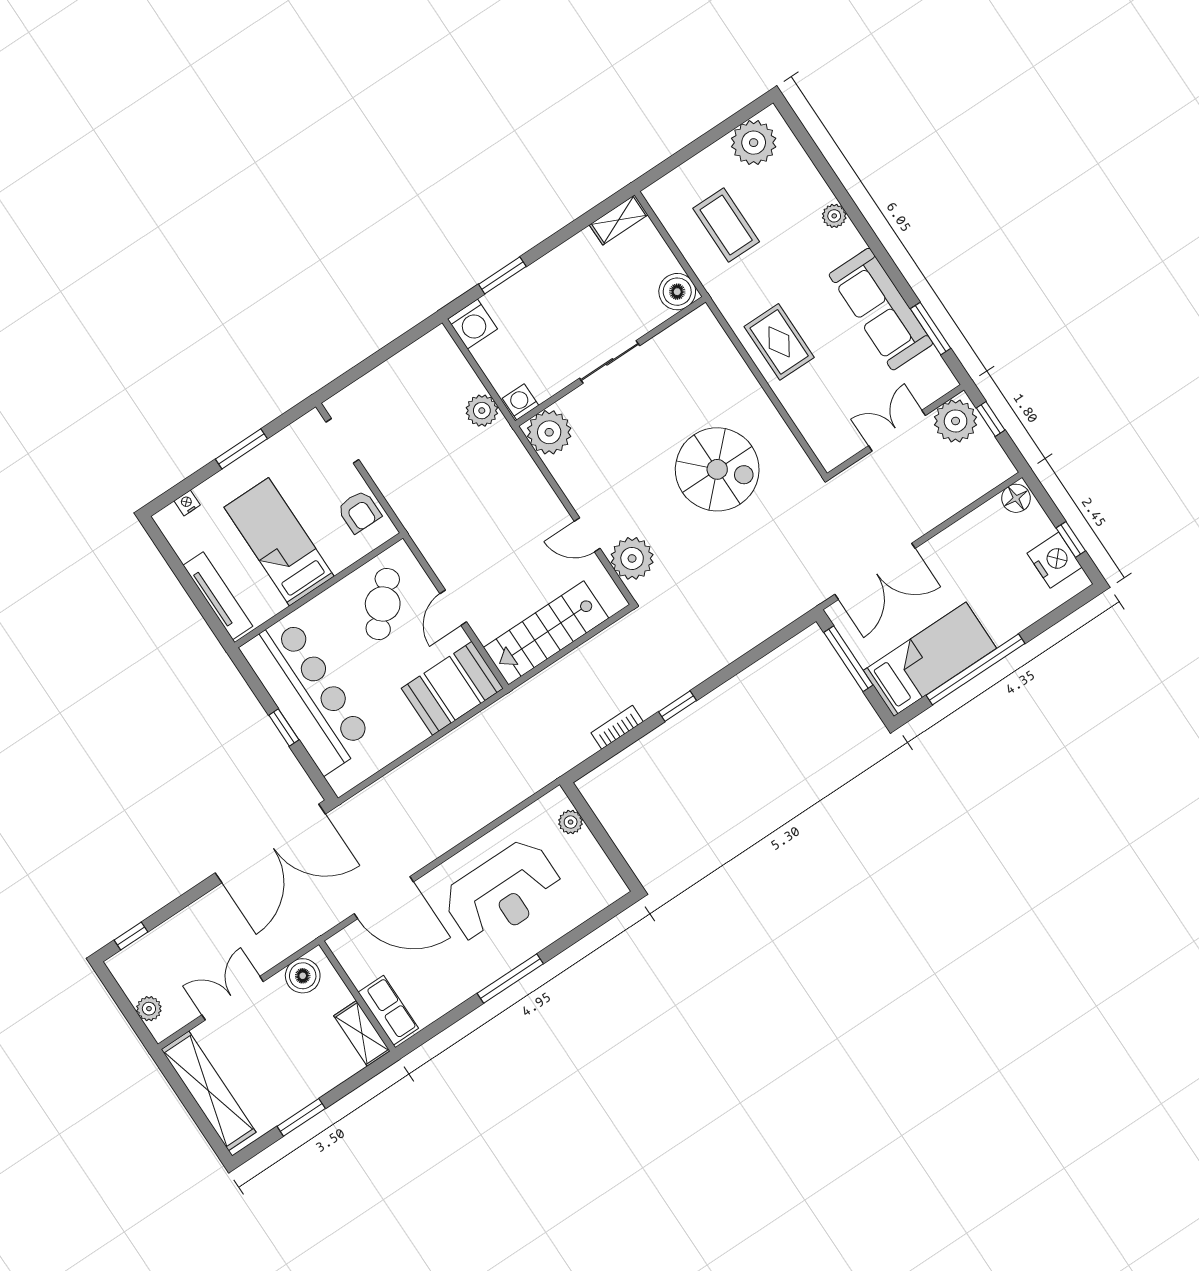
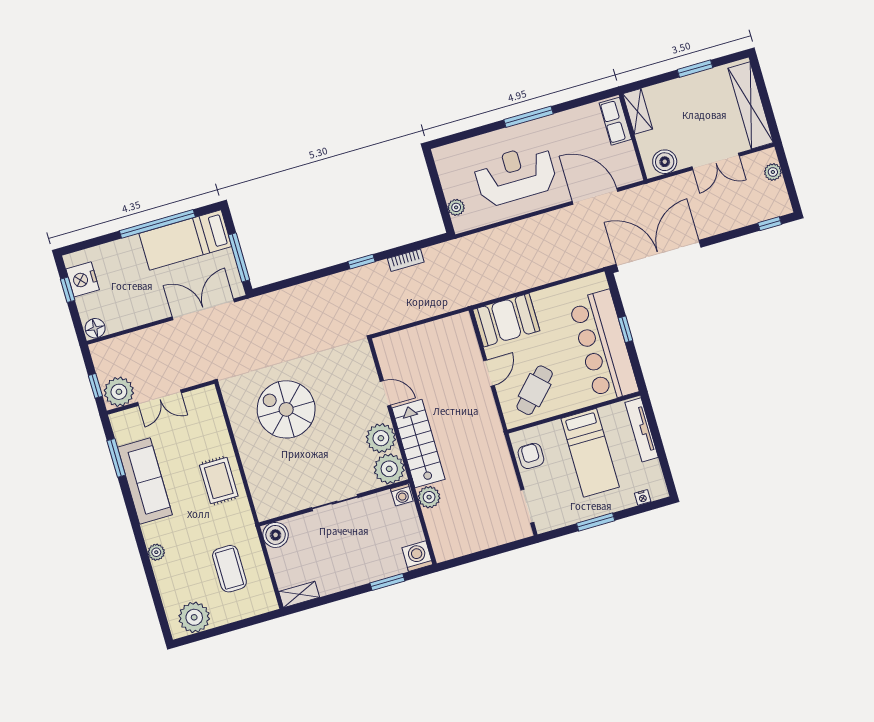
plant: (632, 558) -> (381, 438), moved
stairs: (546, 633) -> (418, 444), moved, turned -90

